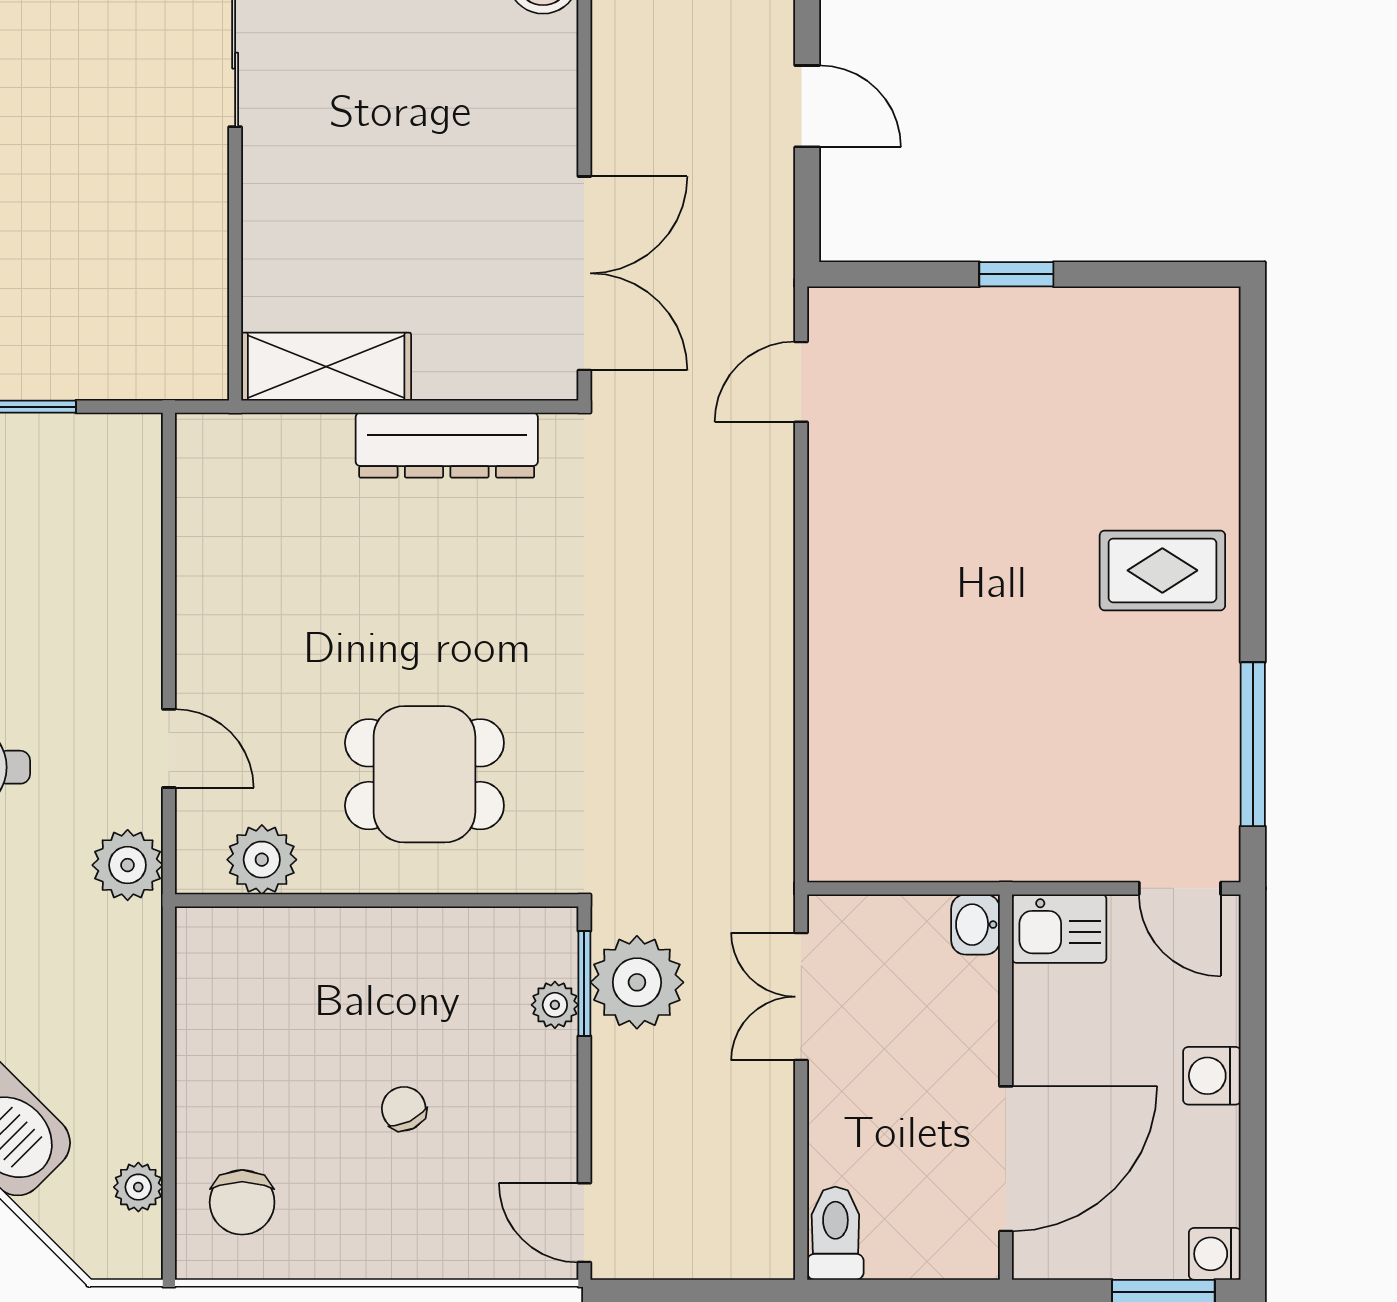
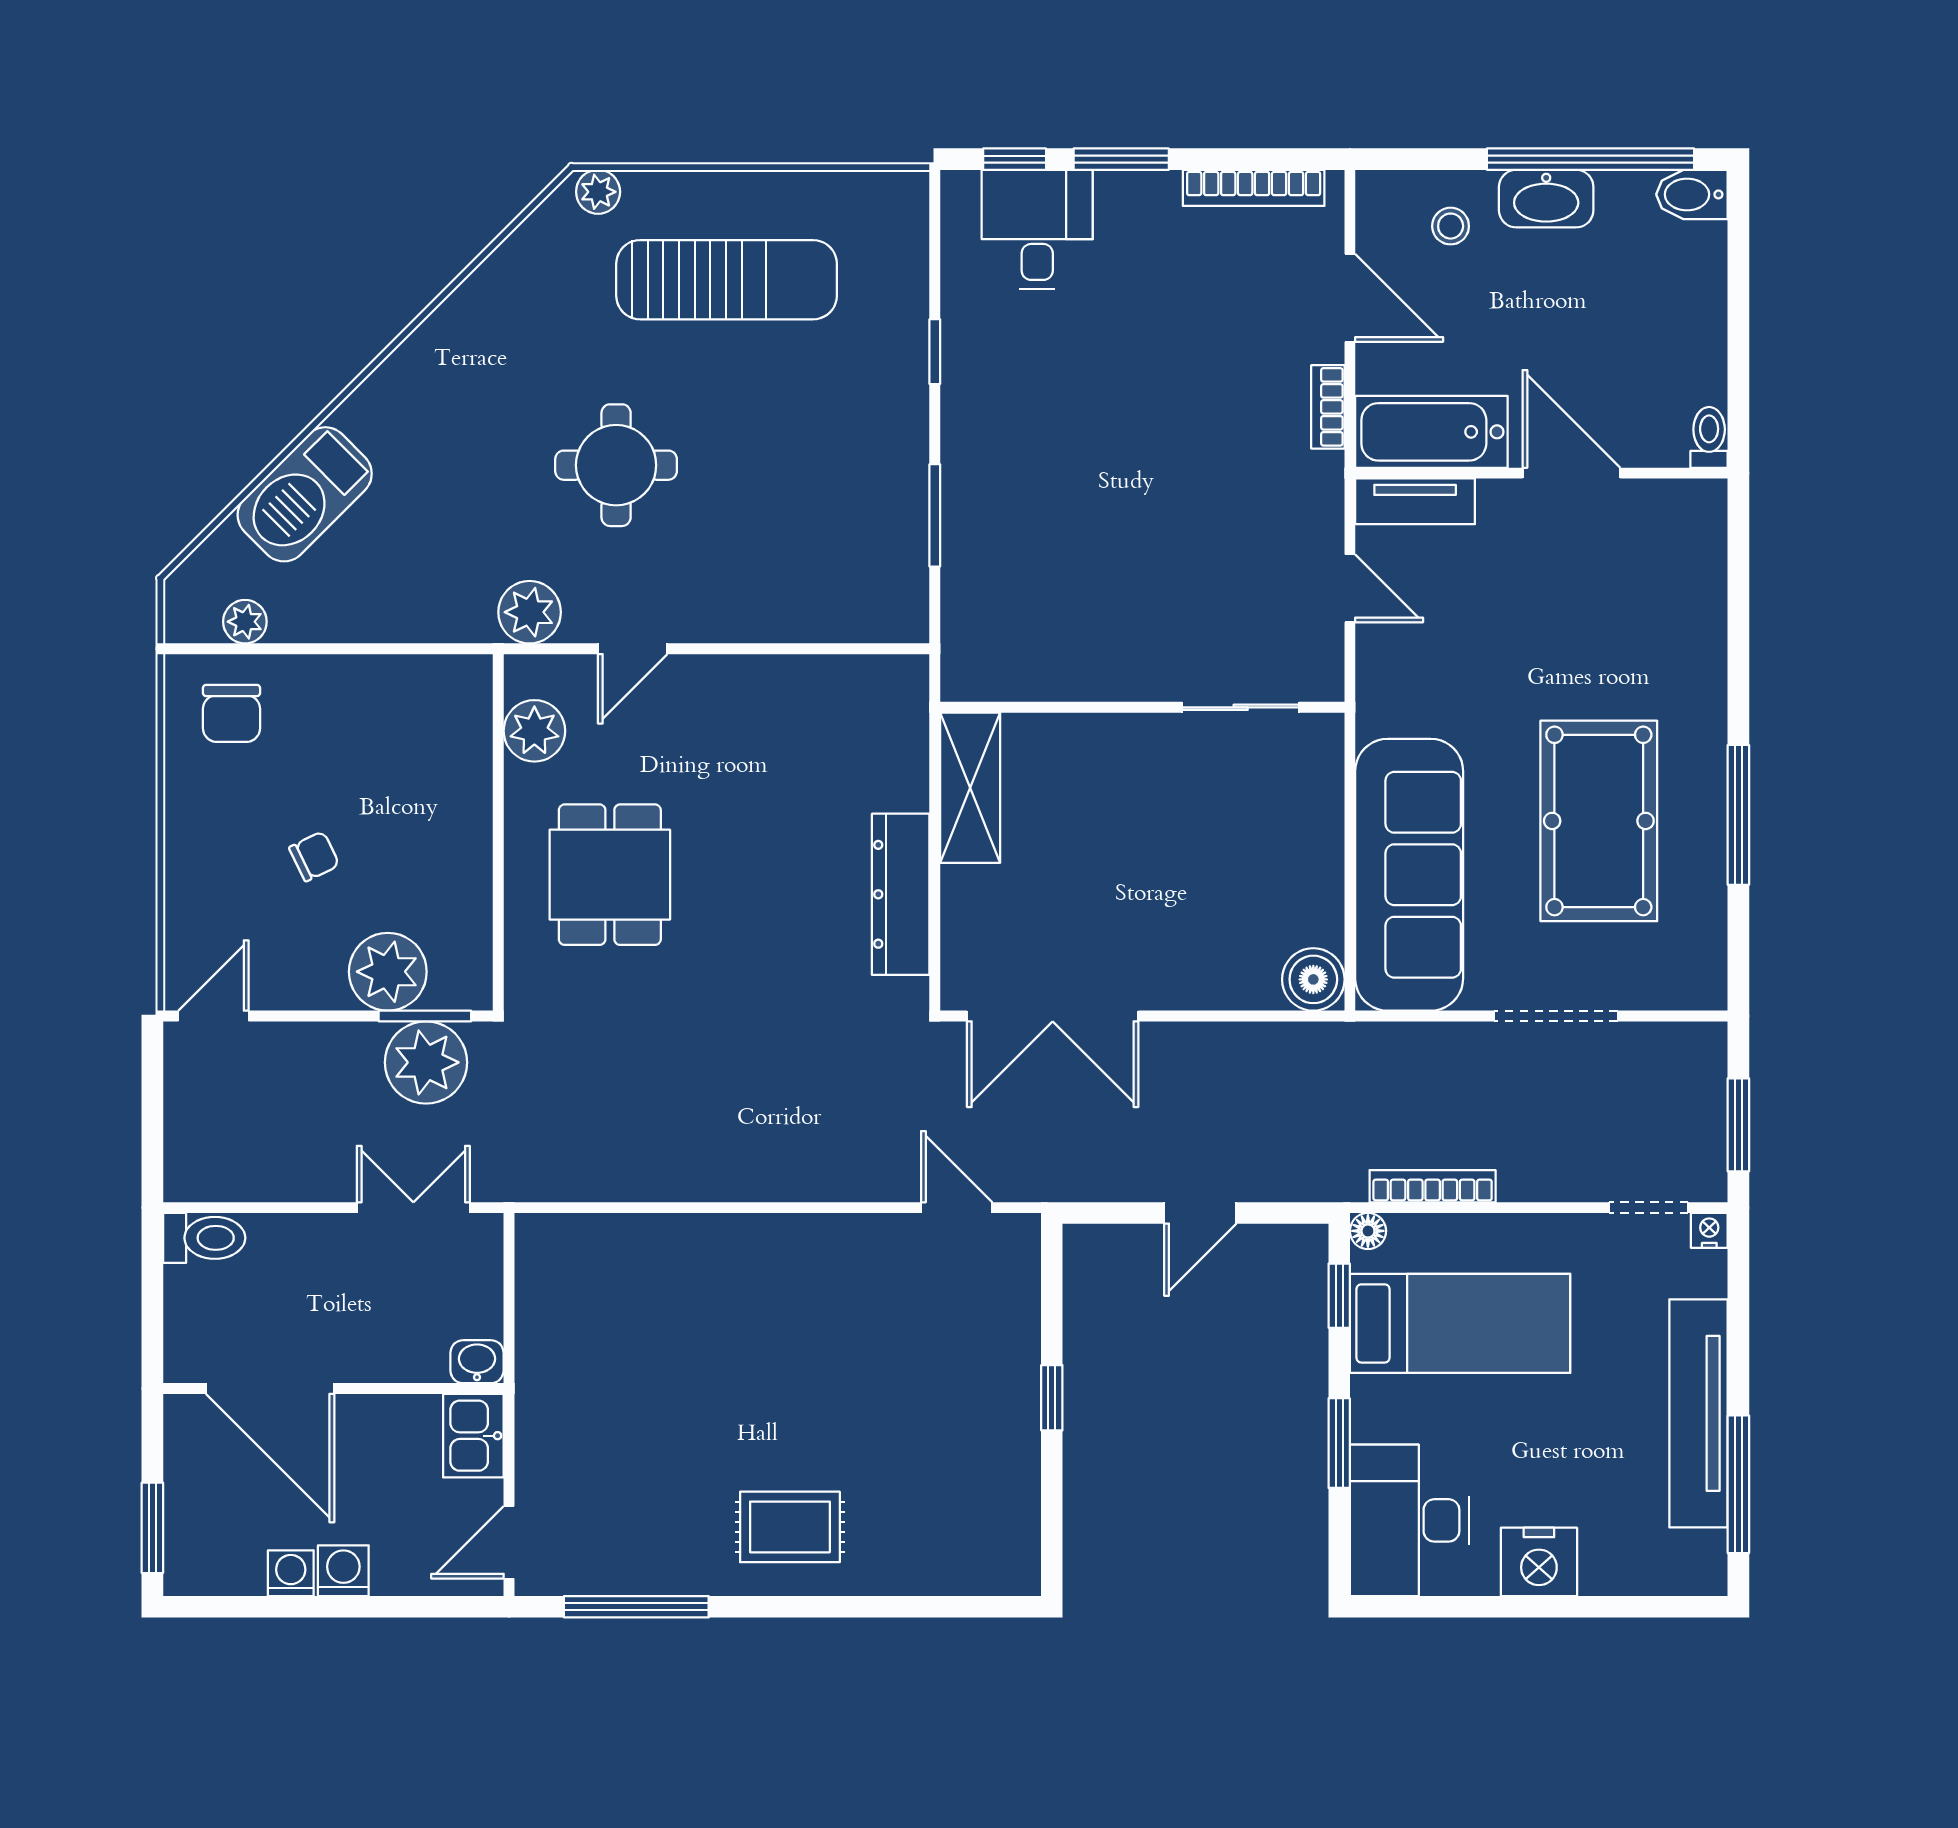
rug: (1162, 570) -> (790, 1527), turned 90
plant: (555, 1005) -> (388, 972), width x1.88, depth x1.88
chair: (242, 1202) -> (231, 713), turned -90
washing machine: (1215, 1254) -> (291, 1573), moved

